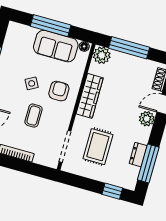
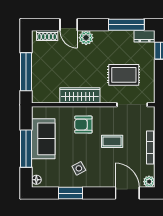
floor lamp: (84, 46) -> (36, 180), moved
plant: (102, 55) -> (40, 95), removed
side table: (32, 83) -> (79, 168), moved
dresser: (138, 155) -> (145, 36), moved

